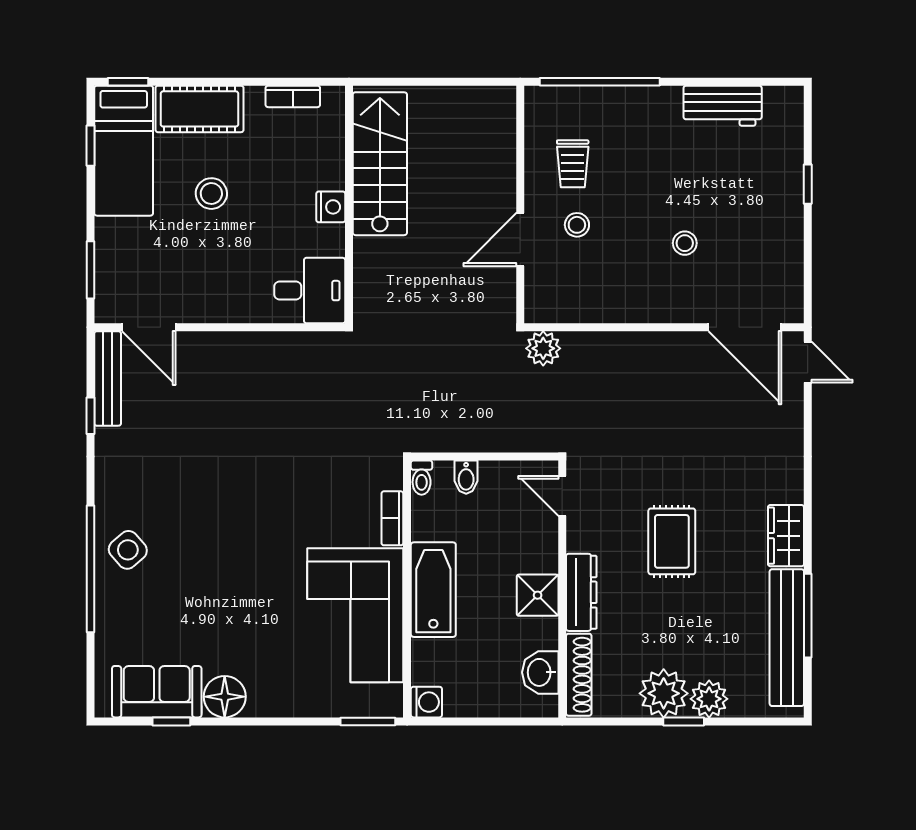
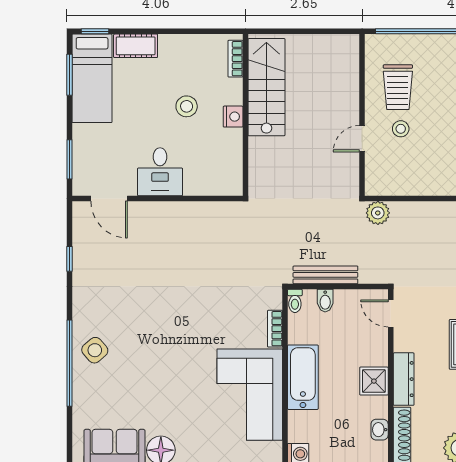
bookcase: (293, 96) -> (235, 59), moved, turned 90
cot: (199, 109) -> (136, 46), width x0.73, depth x0.75
window: (90, 146) -> (69, 75), width x1.50
trolley: (573, 164) -> (398, 87), width x1.36, depth x1.39
stool: (211, 194) -> (187, 106), moved
door: (520, 239) -> (362, 139), width x0.73
desk: (310, 291) -> (160, 172), moved, turned 90
bench: (108, 378) -> (325, 275), moved, turned 90
washbasin: (540, 672) -> (380, 430), width x0.72, depth x0.69

